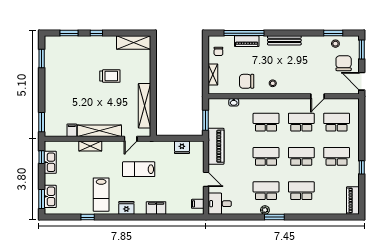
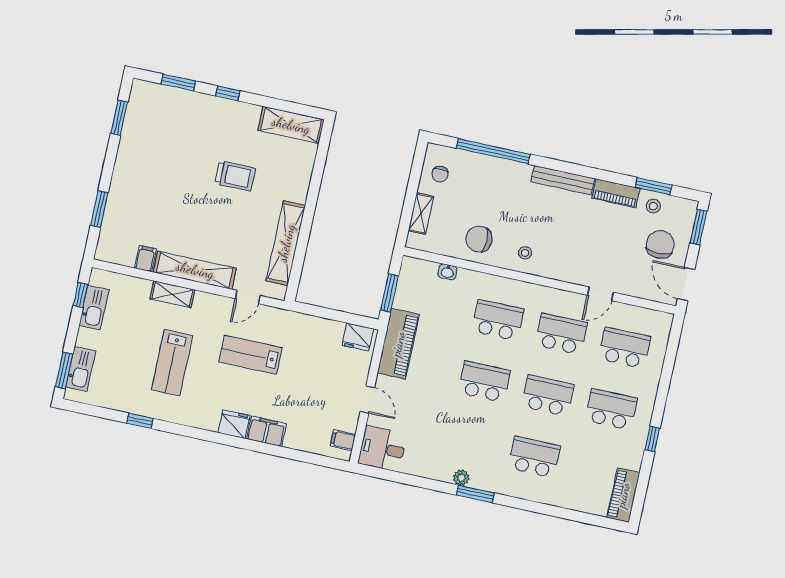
piano: (247, 41) -> (616, 193), moved
window: (42, 122) -> (99, 209), moved
fridge: (182, 147) -> (358, 337), moved
school desk: (266, 191) -> (471, 443), removed
lab bench: (101, 195) -> (172, 363), moved
fridge: (126, 208) -> (234, 424), moved

